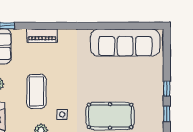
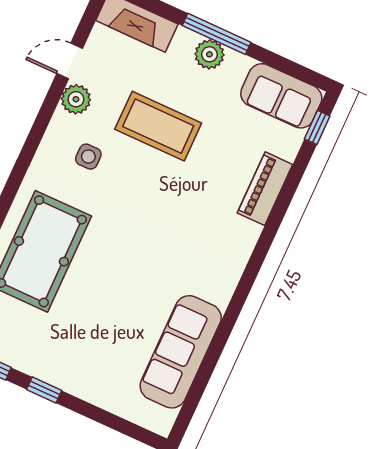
sofa: (125, 43) -> (181, 352), width x0.74, depth x0.79

